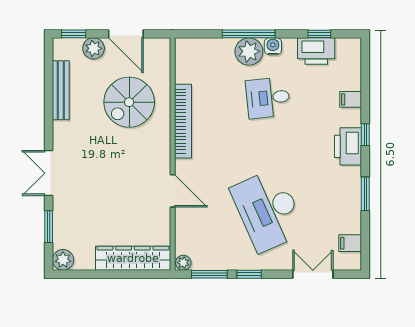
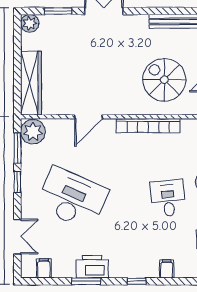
printer: (348, 146) -> (92, 267), moved
desk: (268, 210) -> (72, 198), turned 48
plant: (183, 263) -> (33, 132), width x1.87, depth x1.87

